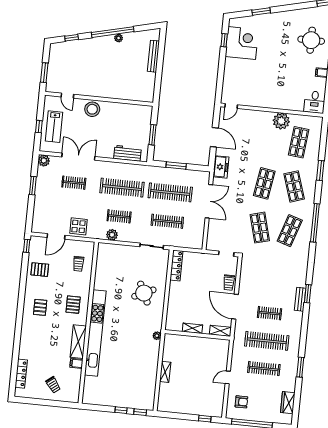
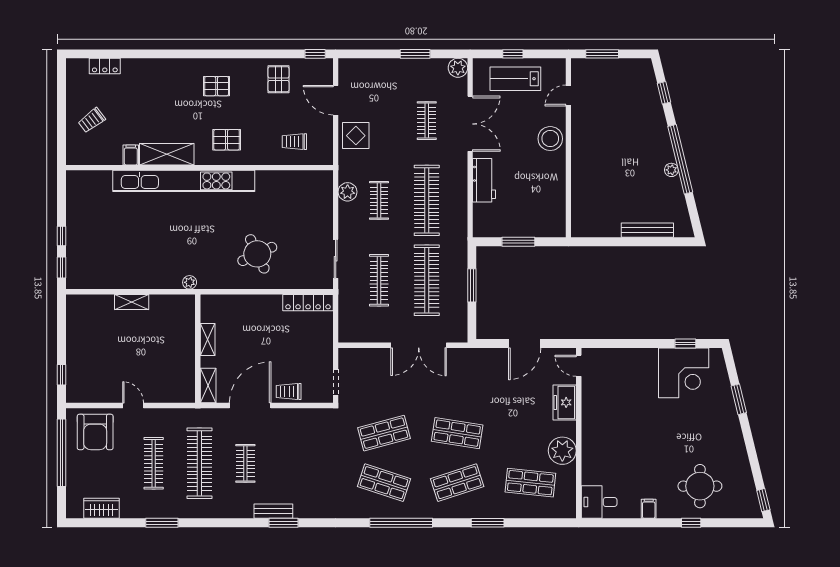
workbench: (128, 153) -> (484, 180), moved
freezer: (221, 167) -> (565, 402), moved, turned 90
locker: (21, 374) -> (105, 66), width x0.66
armchair: (241, 402) -> (95, 432), width x1.88, depth x1.88

